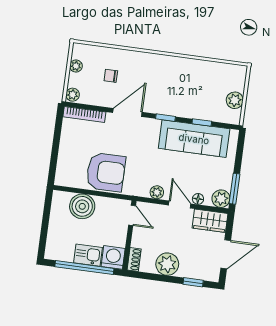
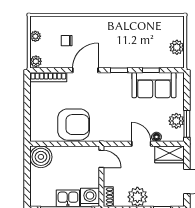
sofa: (194, 139) -> (154, 85), width x0.73
plant: (157, 192) -> (120, 136), removed
plant: (221, 199) -> (176, 121), moved
boiler: (82, 206) -> (41, 157), moved

